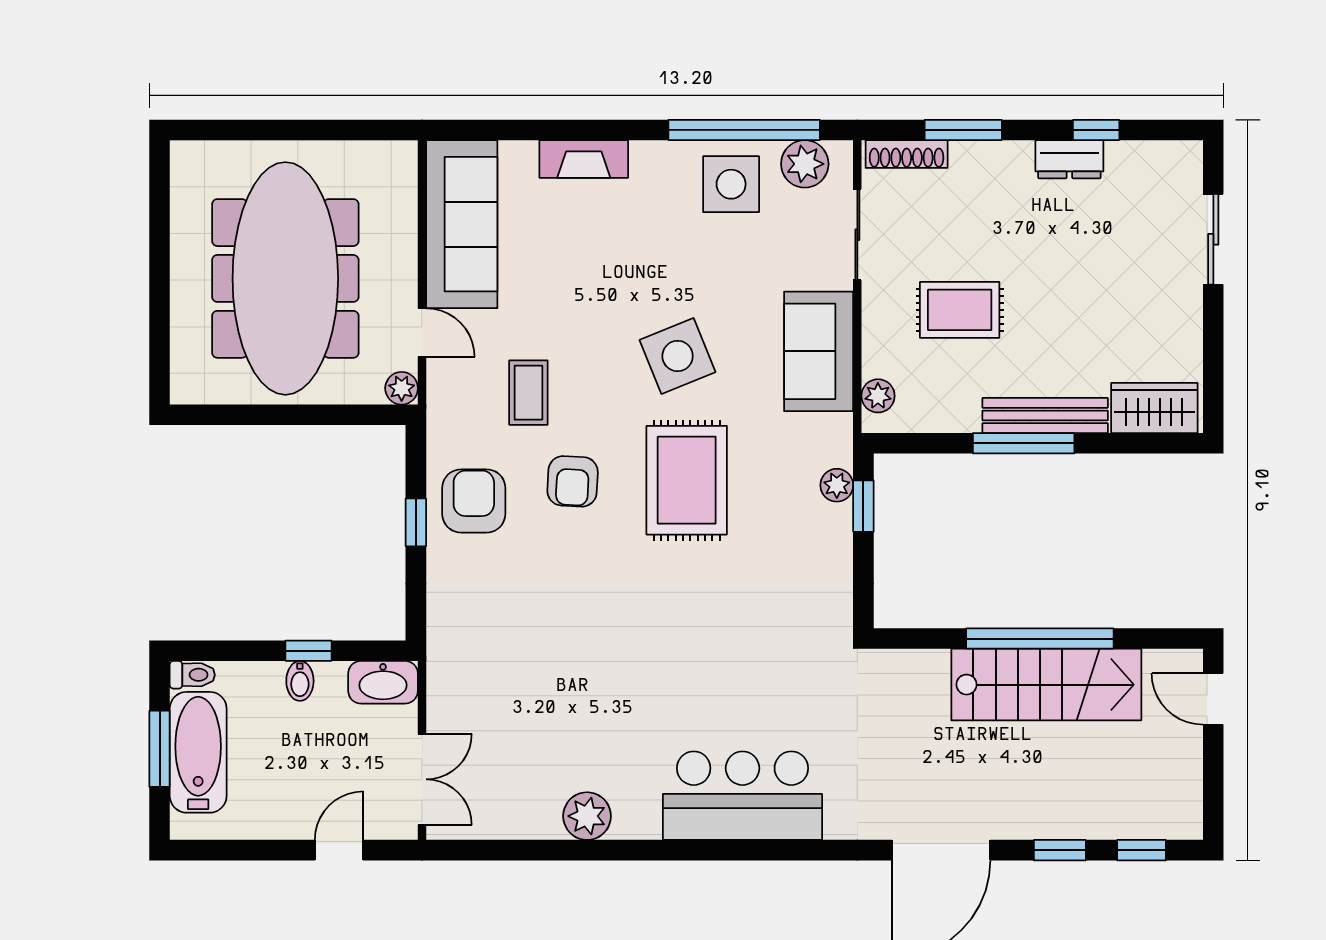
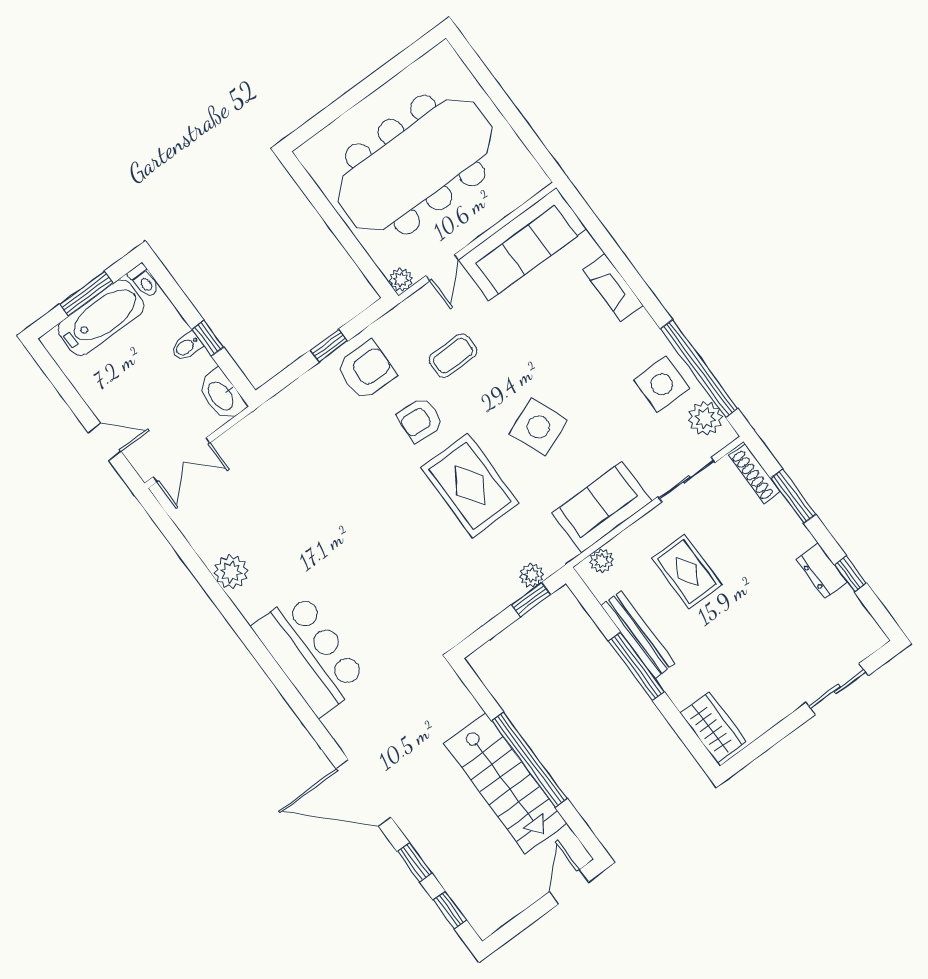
bench: (1045, 415) -> (638, 635), moved
rug: (687, 480) -> (470, 486), turned 90

